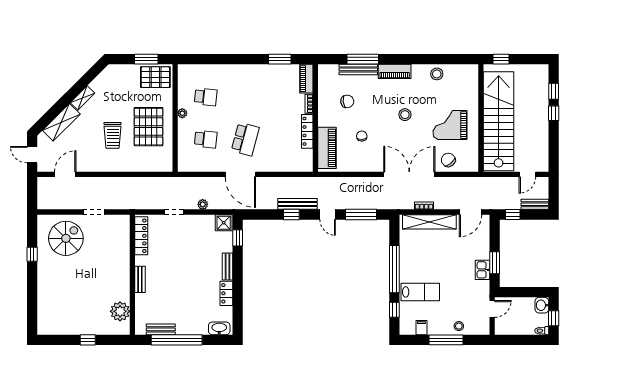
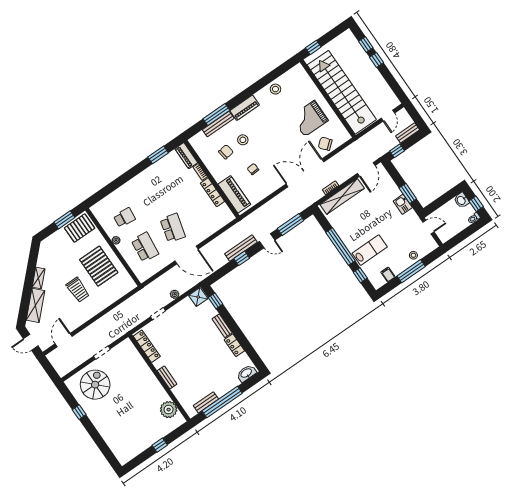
stool: (405, 115) -> (243, 140), moved
school desk: (206, 139) -> (145, 247), width x1.85
door: (492, 309) -> (428, 227), hinge flipped

